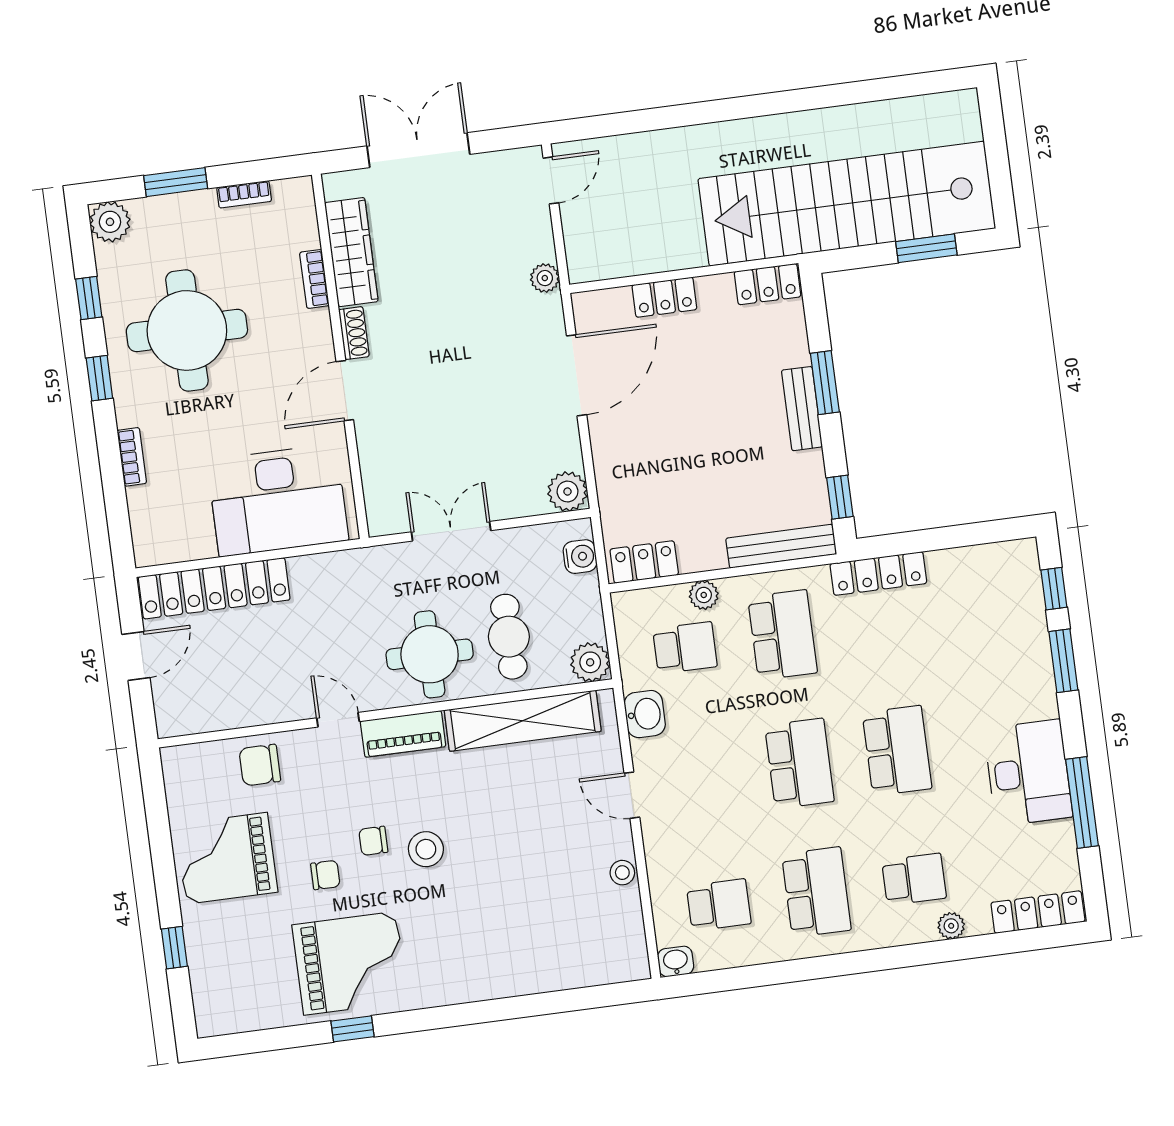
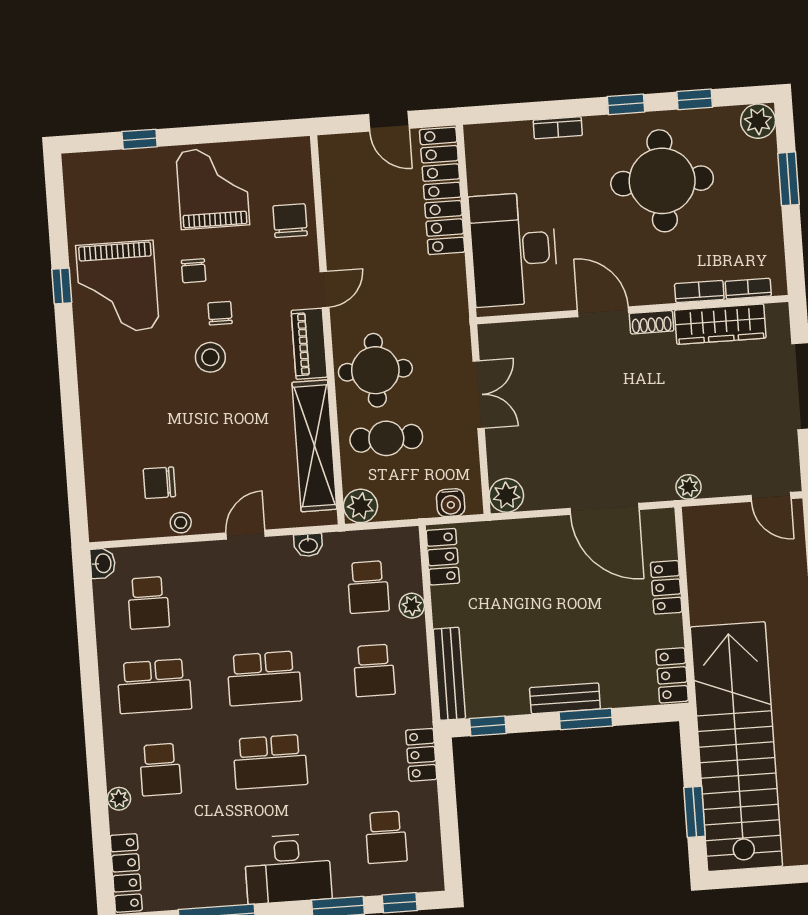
bookcase: (244, 194) -> (748, 289), moved, turned 90
locker: (878, 573) -> (421, 755), width x0.66
school desk: (978, 609) -> (386, 837), added
school desk: (783, 635) -> (374, 670), width x0.54
washbasin: (645, 714) -> (308, 545), width x0.72, depth x0.69
desk: (1028, 773) -> (288, 869), moved
chair: (577, 900) -> (159, 483), added

